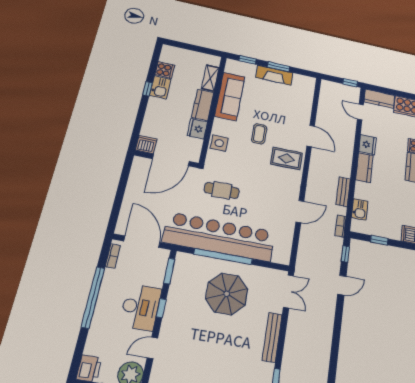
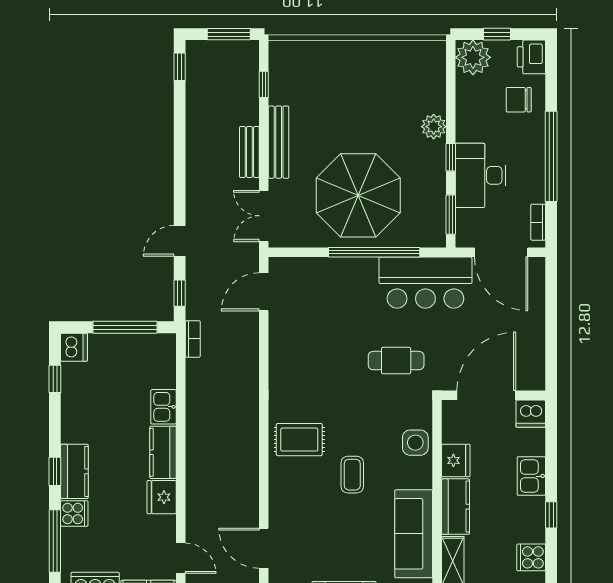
kitchen sink: (160, 87) -> (531, 476), moved
door: (311, 136) -> (264, 548), moved
bench: (343, 192) -> (249, 152), moved
kitchen sink: (360, 209) -> (164, 407), moved
door: (300, 212) -> (264, 292), moved
bar counter: (219, 237) -> (425, 283), width x0.54
window: (379, 240) -> (125, 327), width x2.17
parasol: (227, 294) -> (358, 195), width x1.36, depth x1.36
desk: (140, 307) -> (481, 175), moved
plant: (168, 331) -> (434, 127), added
chair: (106, 340) -> (519, 100), added
door: (152, 348) -> (451, 99), removed

